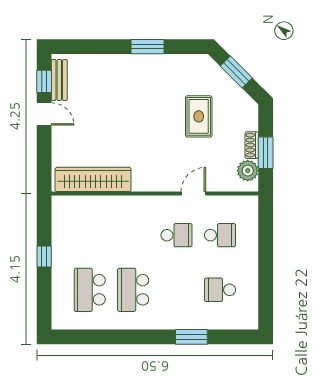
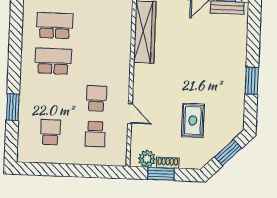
rug: (199, 116) -> (193, 120), turned 90
school desk: (177, 235) -> (96, 98), turned 180

